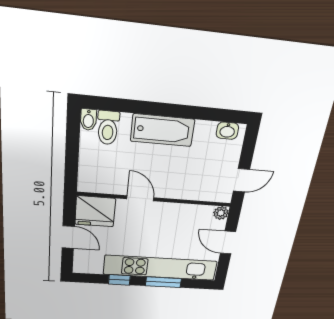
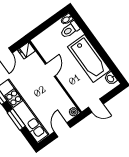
bathtub: (162, 130) -> (89, 58), width x1.36, depth x1.36
fridge: (95, 211) -> (26, 50), width x0.53, depth x0.75

